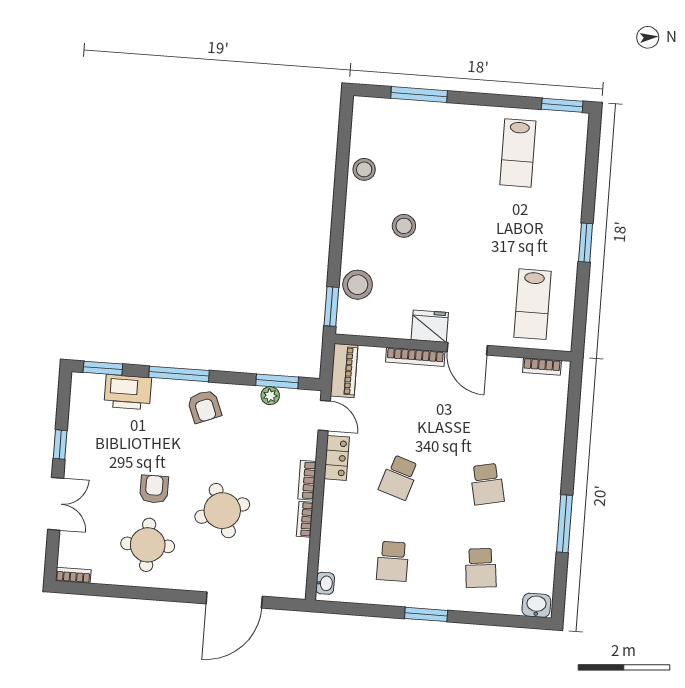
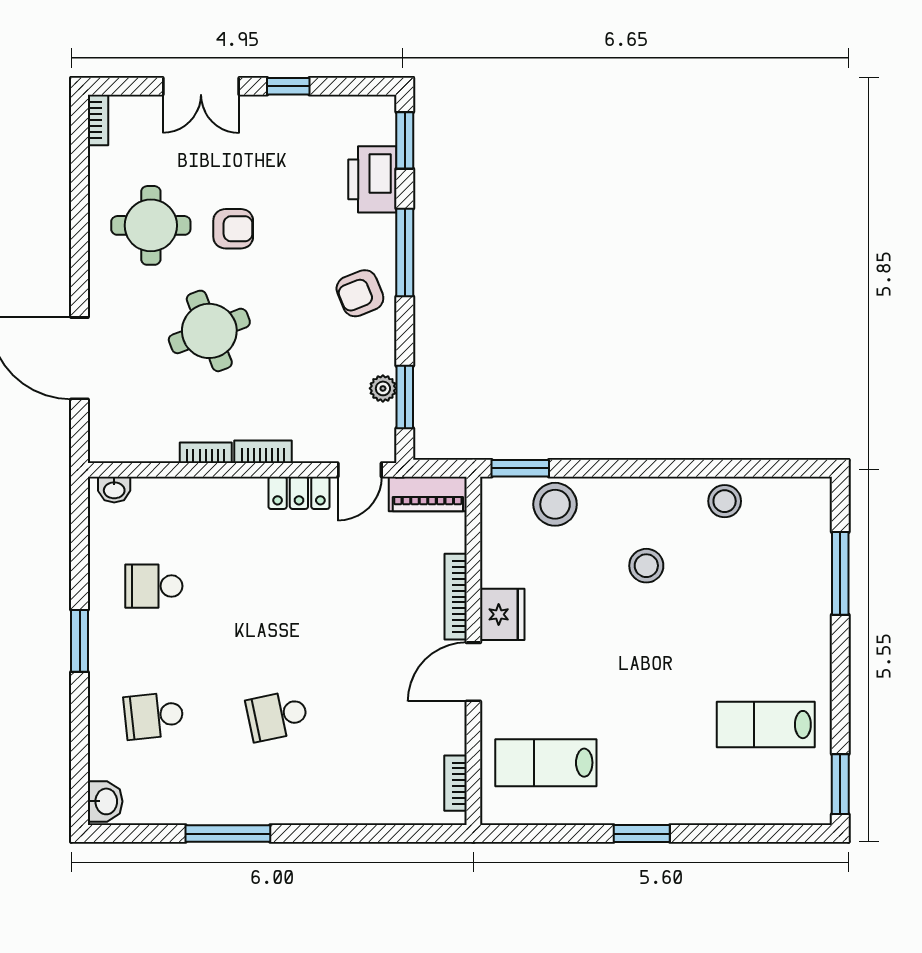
school desk: (399, 477) -> (277, 586), removed

